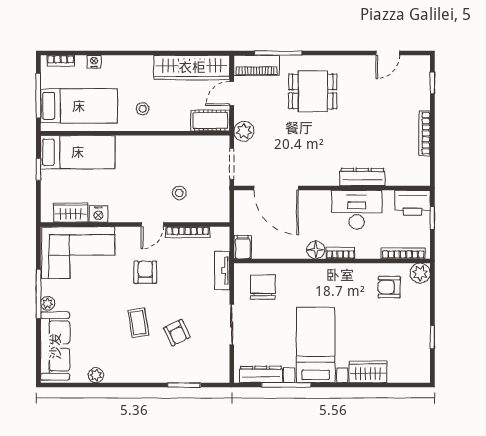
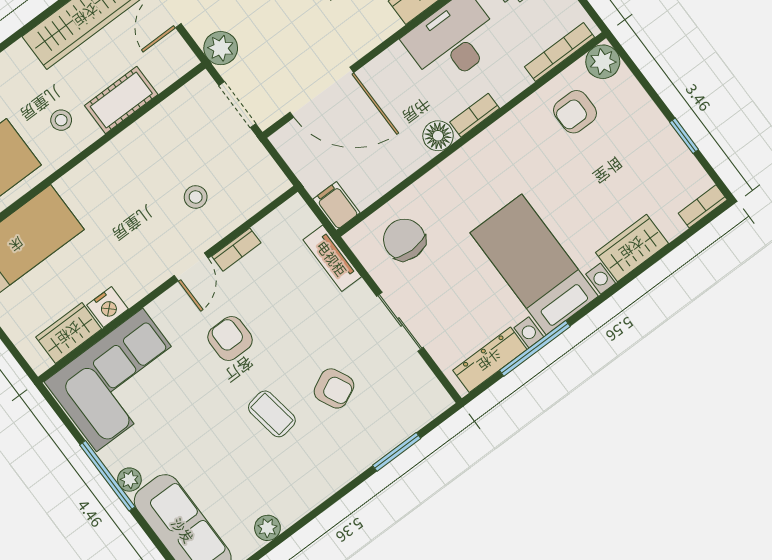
cot: (210, 121) -> (121, 100), moved
bookcase: (188, 232) -> (236, 250), width x0.64
bookcase: (416, 377) -> (703, 206), added

